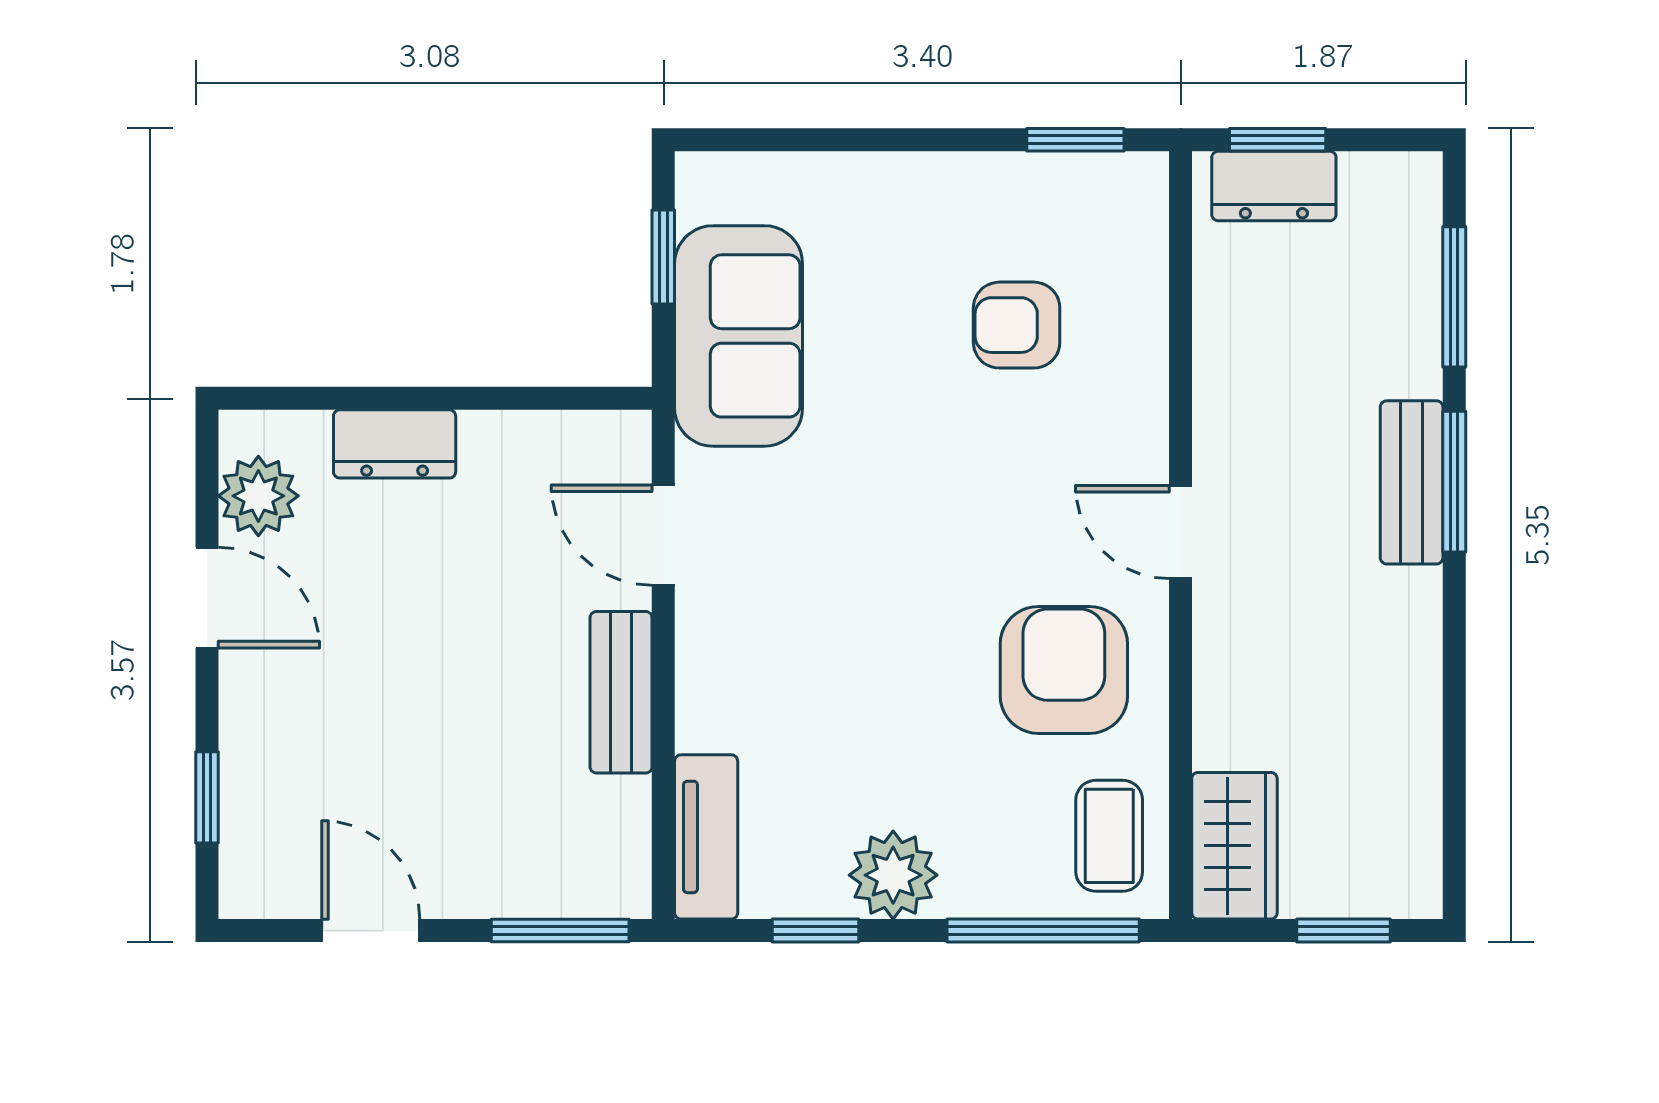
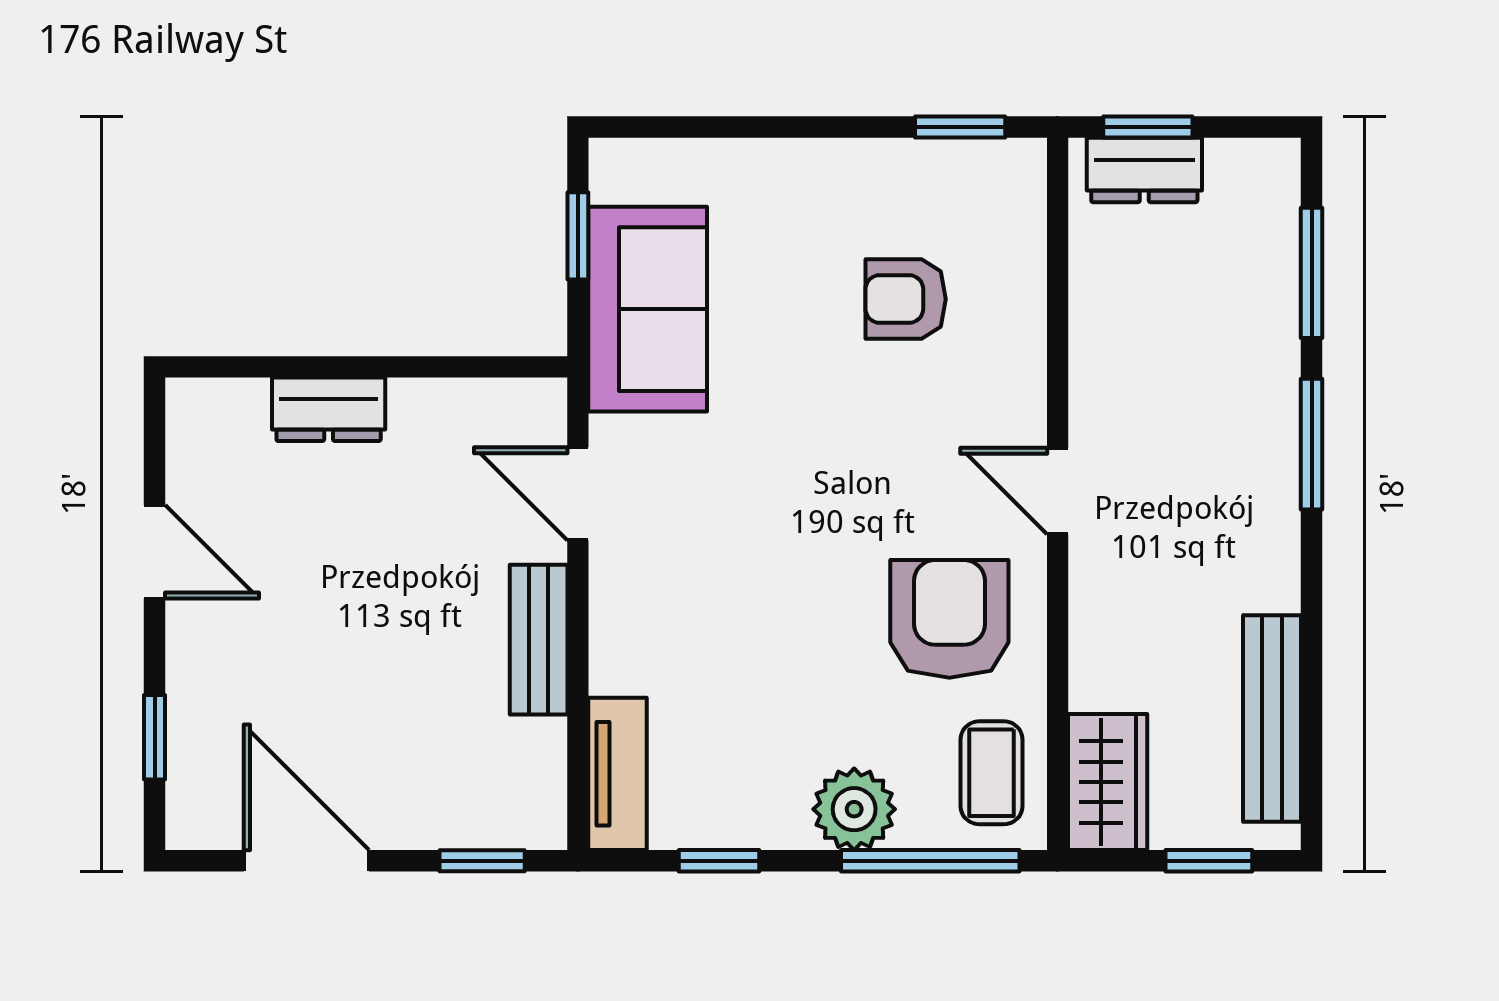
bench: (1412, 482) -> (1272, 719), moved, width x1.36
plant: (258, 496) -> (202, 458), removed
plant: (893, 875) -> (854, 809), moved
door: (371, 931) -> (306, 861), width x1.38
window: (560, 931) -> (482, 861), width x0.67

